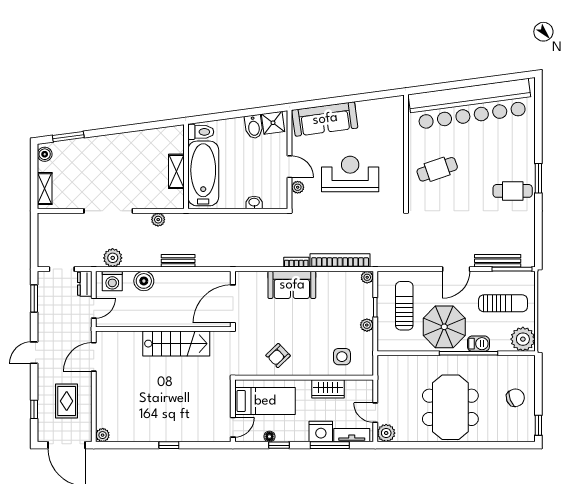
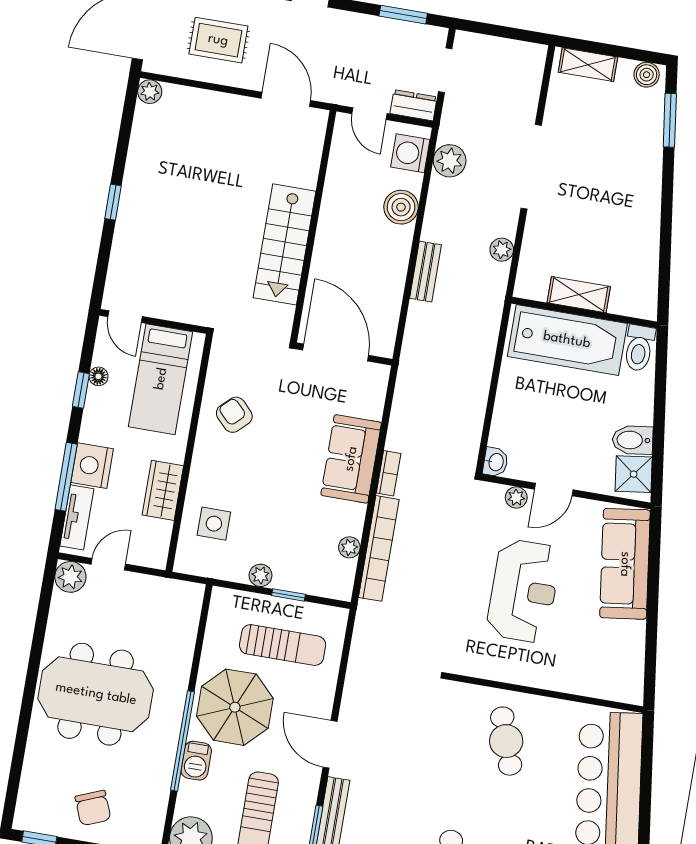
washbasin: (254, 203) -> (495, 462), moved
plant: (367, 277) -> (349, 547), moved

